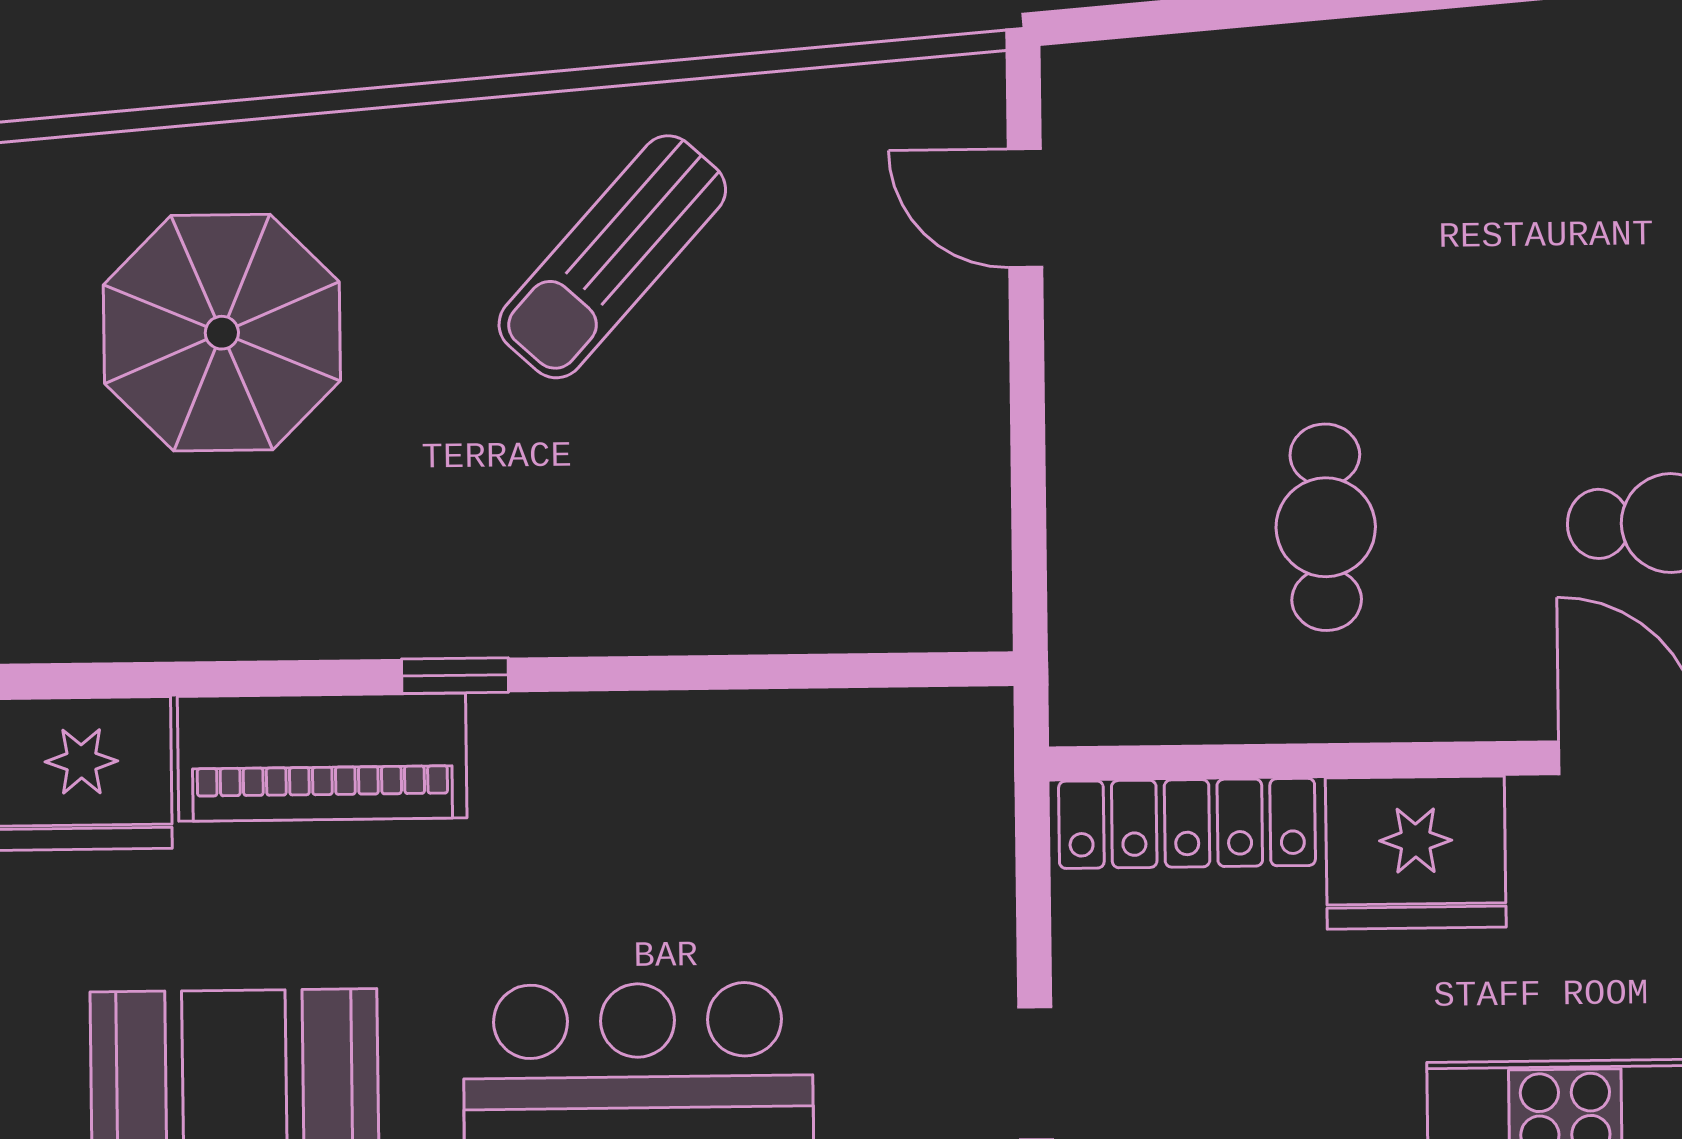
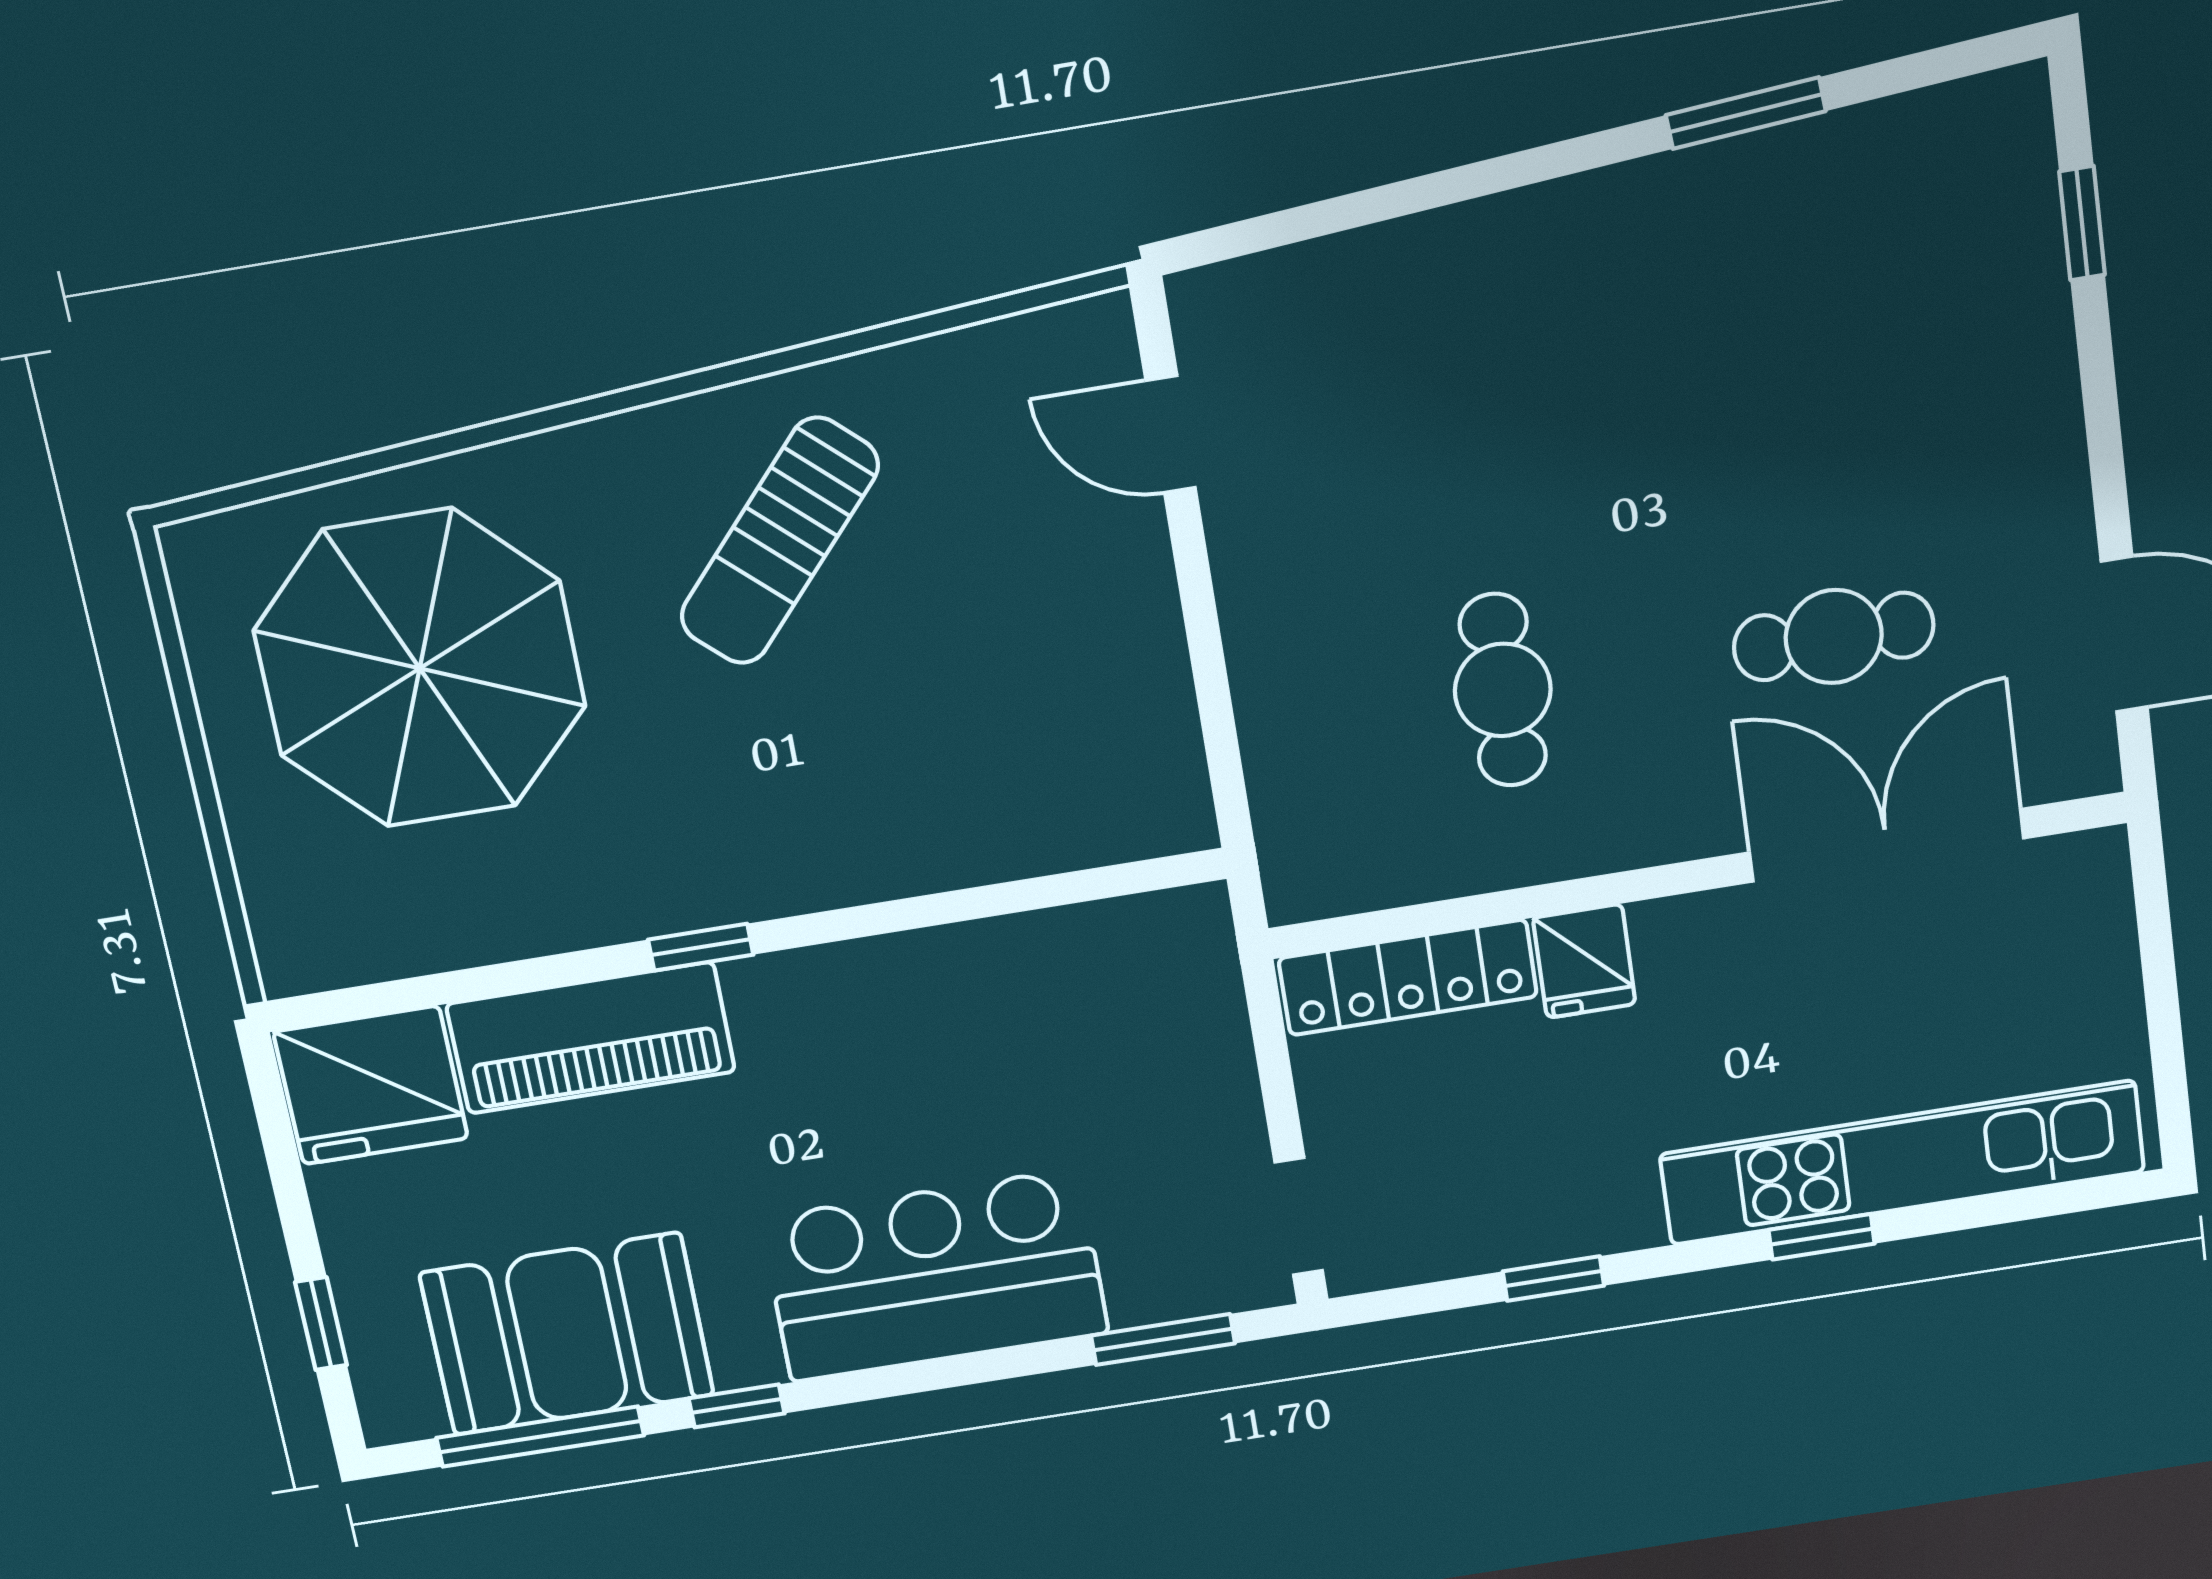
parasol: (222, 333) -> (420, 668), width x1.36, depth x1.36
fridge: (1416, 853) -> (1584, 961), width x0.53, depth x0.75

